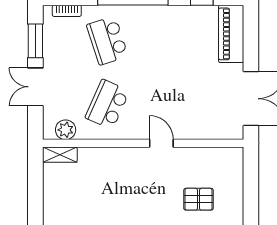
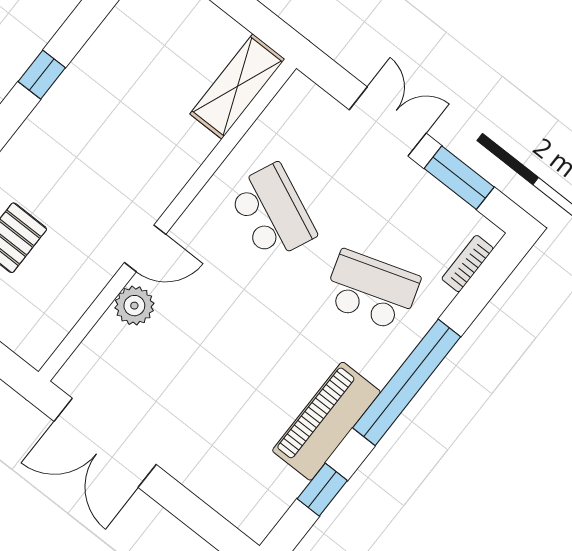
piano: (231, 34) -> (326, 421), moved, turned -90
plant: (66, 130) -> (134, 306), moved
shelving: (60, 155) -> (237, 86), width x1.50, depth x1.33

